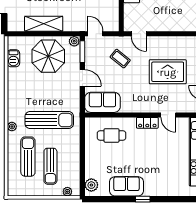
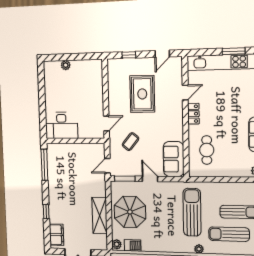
plant: (74, 41) -> (117, 244), moved
door: (82, 78) -> (150, 179), hinge flipped

